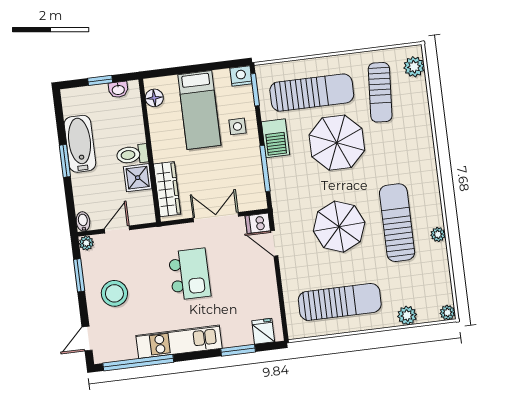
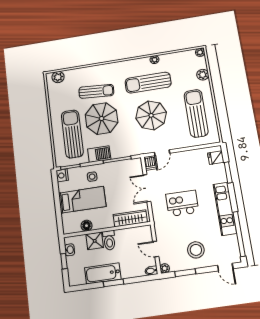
sun lounger: (380, 92) -> (96, 91), moved
floor lamp: (154, 98) -> (87, 226), moved
shower: (138, 178) -> (95, 241), moved

